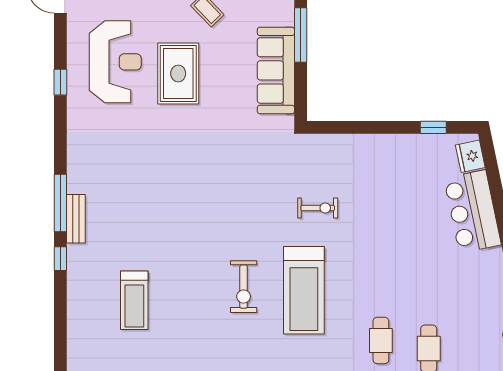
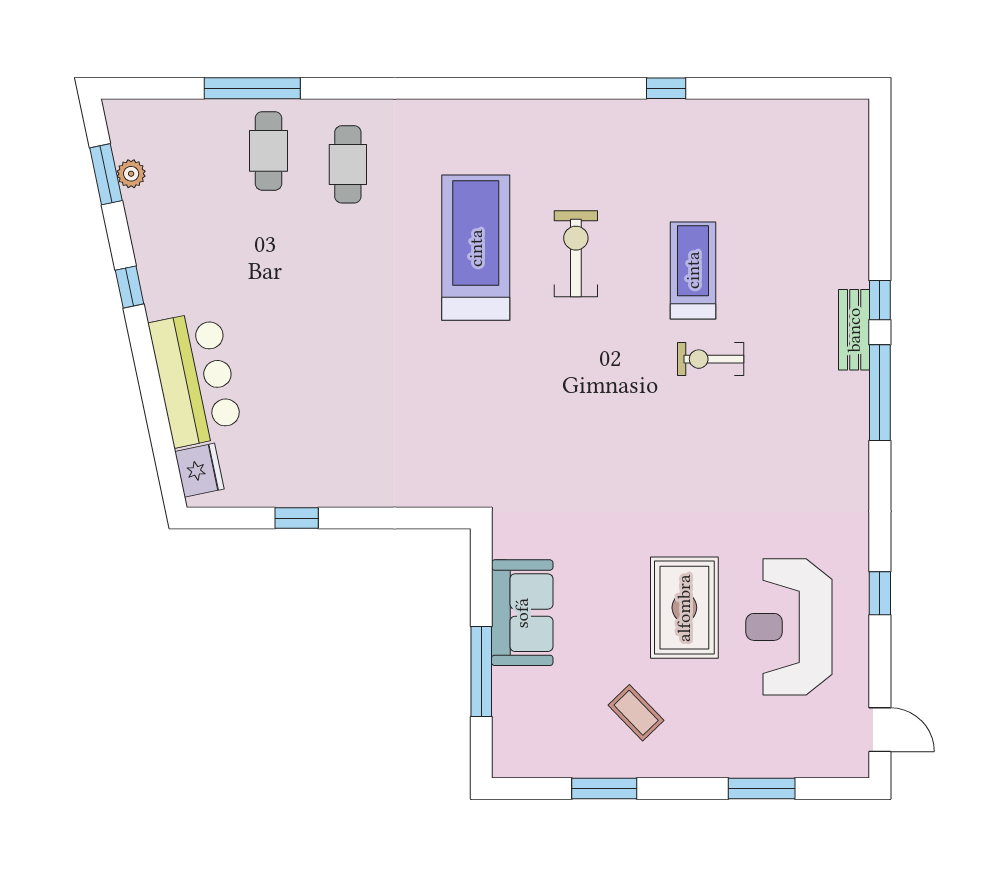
sofa: (276, 70) -> (522, 613), width x0.73
window: (433, 127) -> (297, 518), moved
exercise bike: (318, 208) -> (711, 359), moved
bench: (76, 219) -> (854, 330), moved
treadmill: (134, 300) -> (693, 270), moved

